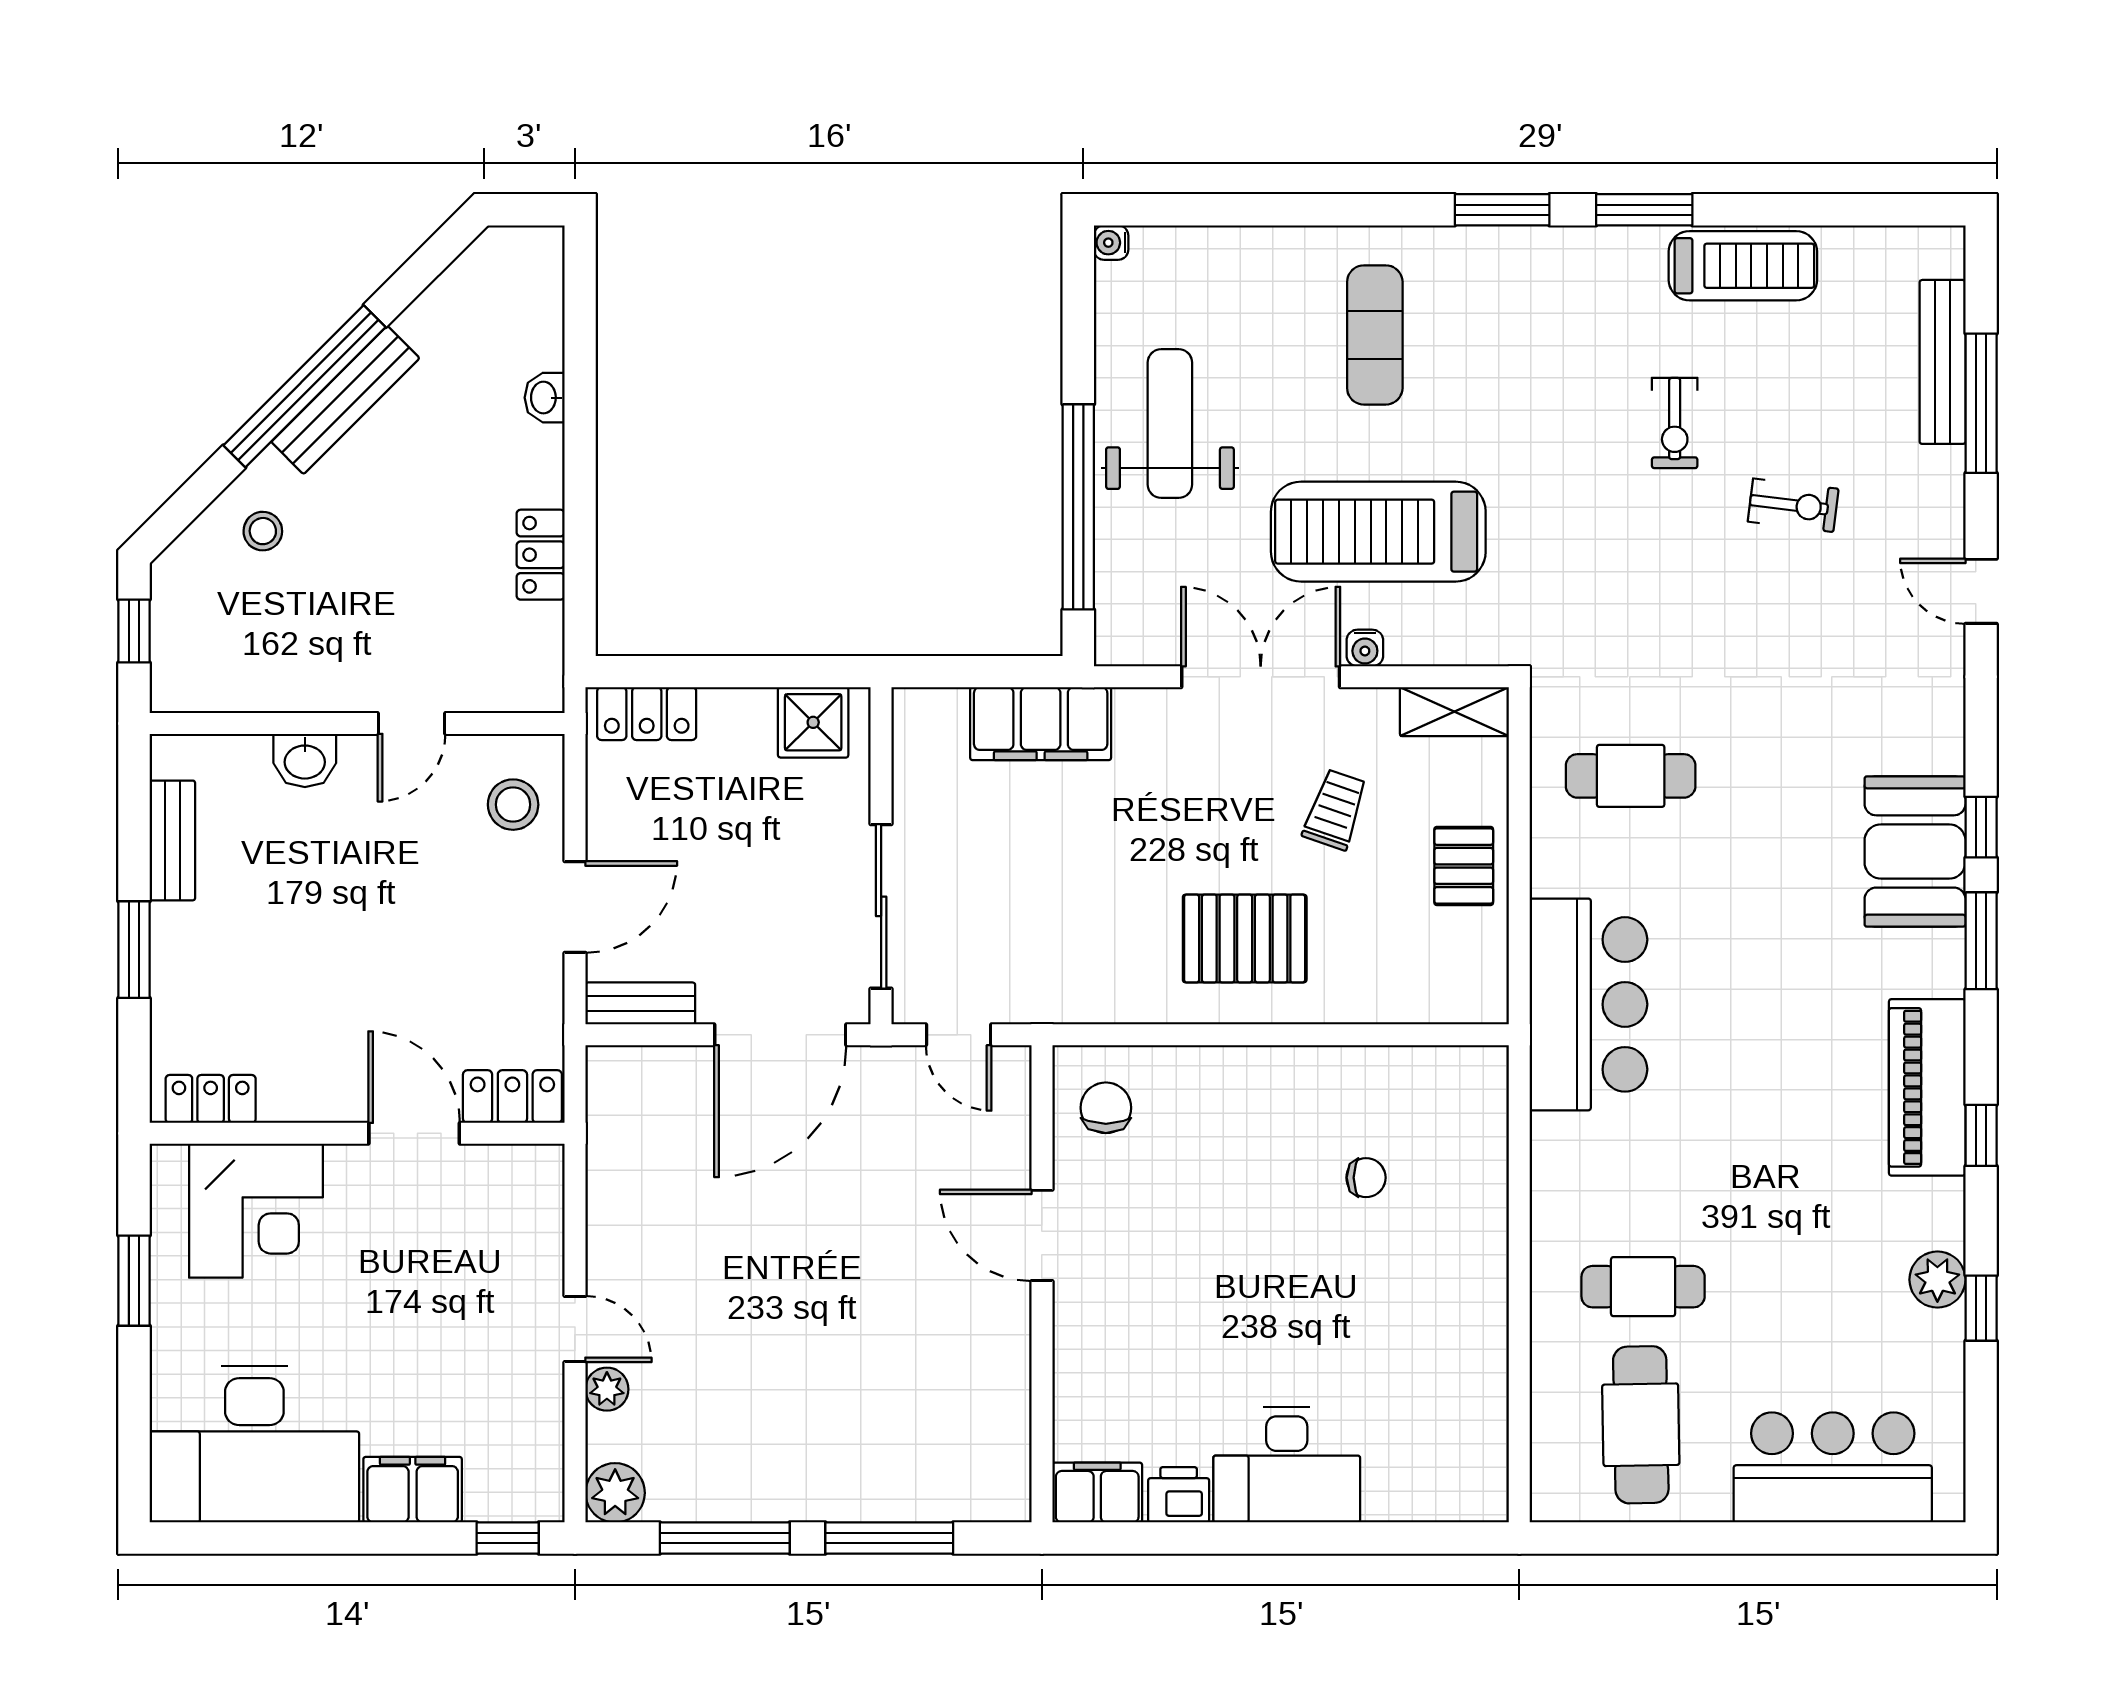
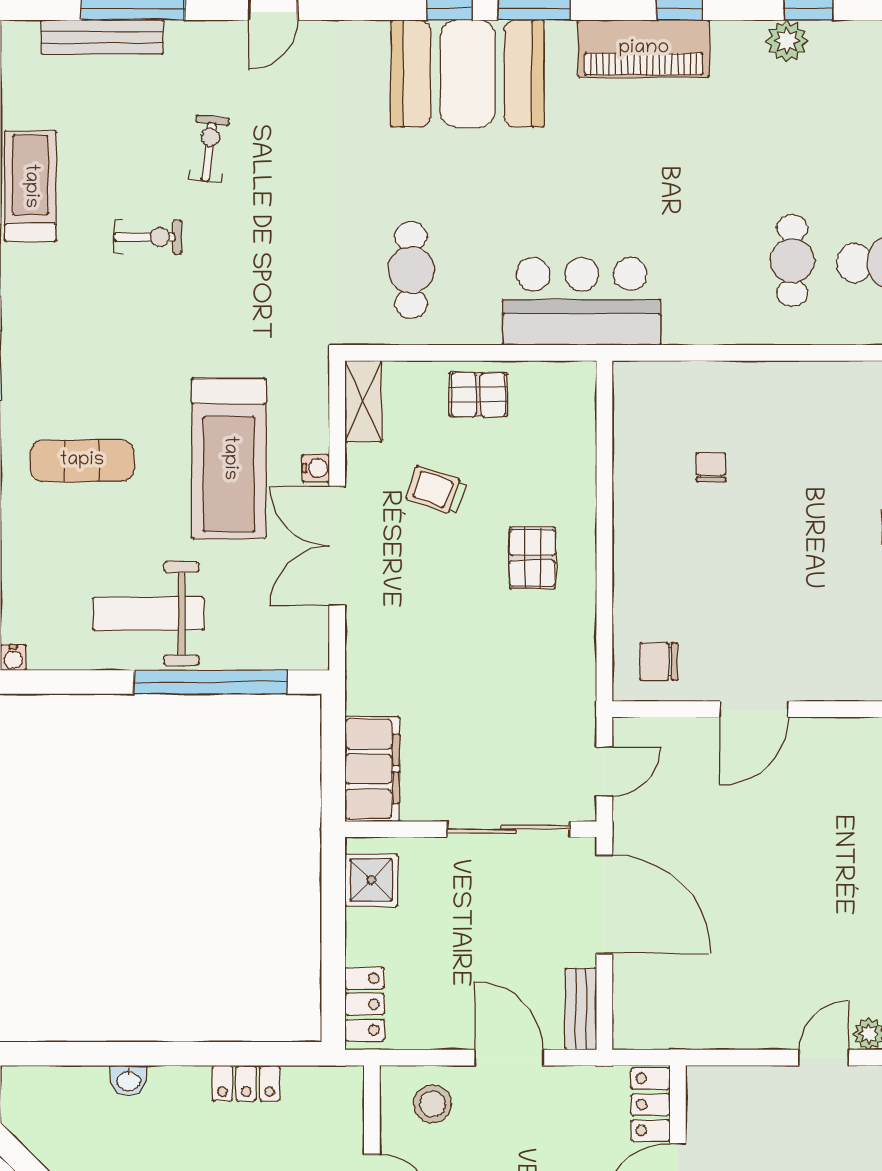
filing cabinet: (1041, 724) -> (372, 769), moved
booth: (1915, 851) -> (468, 74), width x1.36, depth x1.42
pallet: (1245, 939) -> (532, 558), width x0.67, depth x0.71

